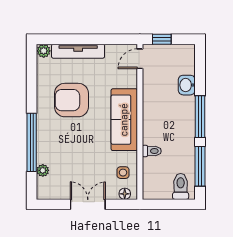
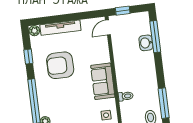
window: (32, 84) -> (28, 57), added
window: (200, 117) -> (155, 37), moved
sofa: (124, 120) -> (103, 81), width x0.73

